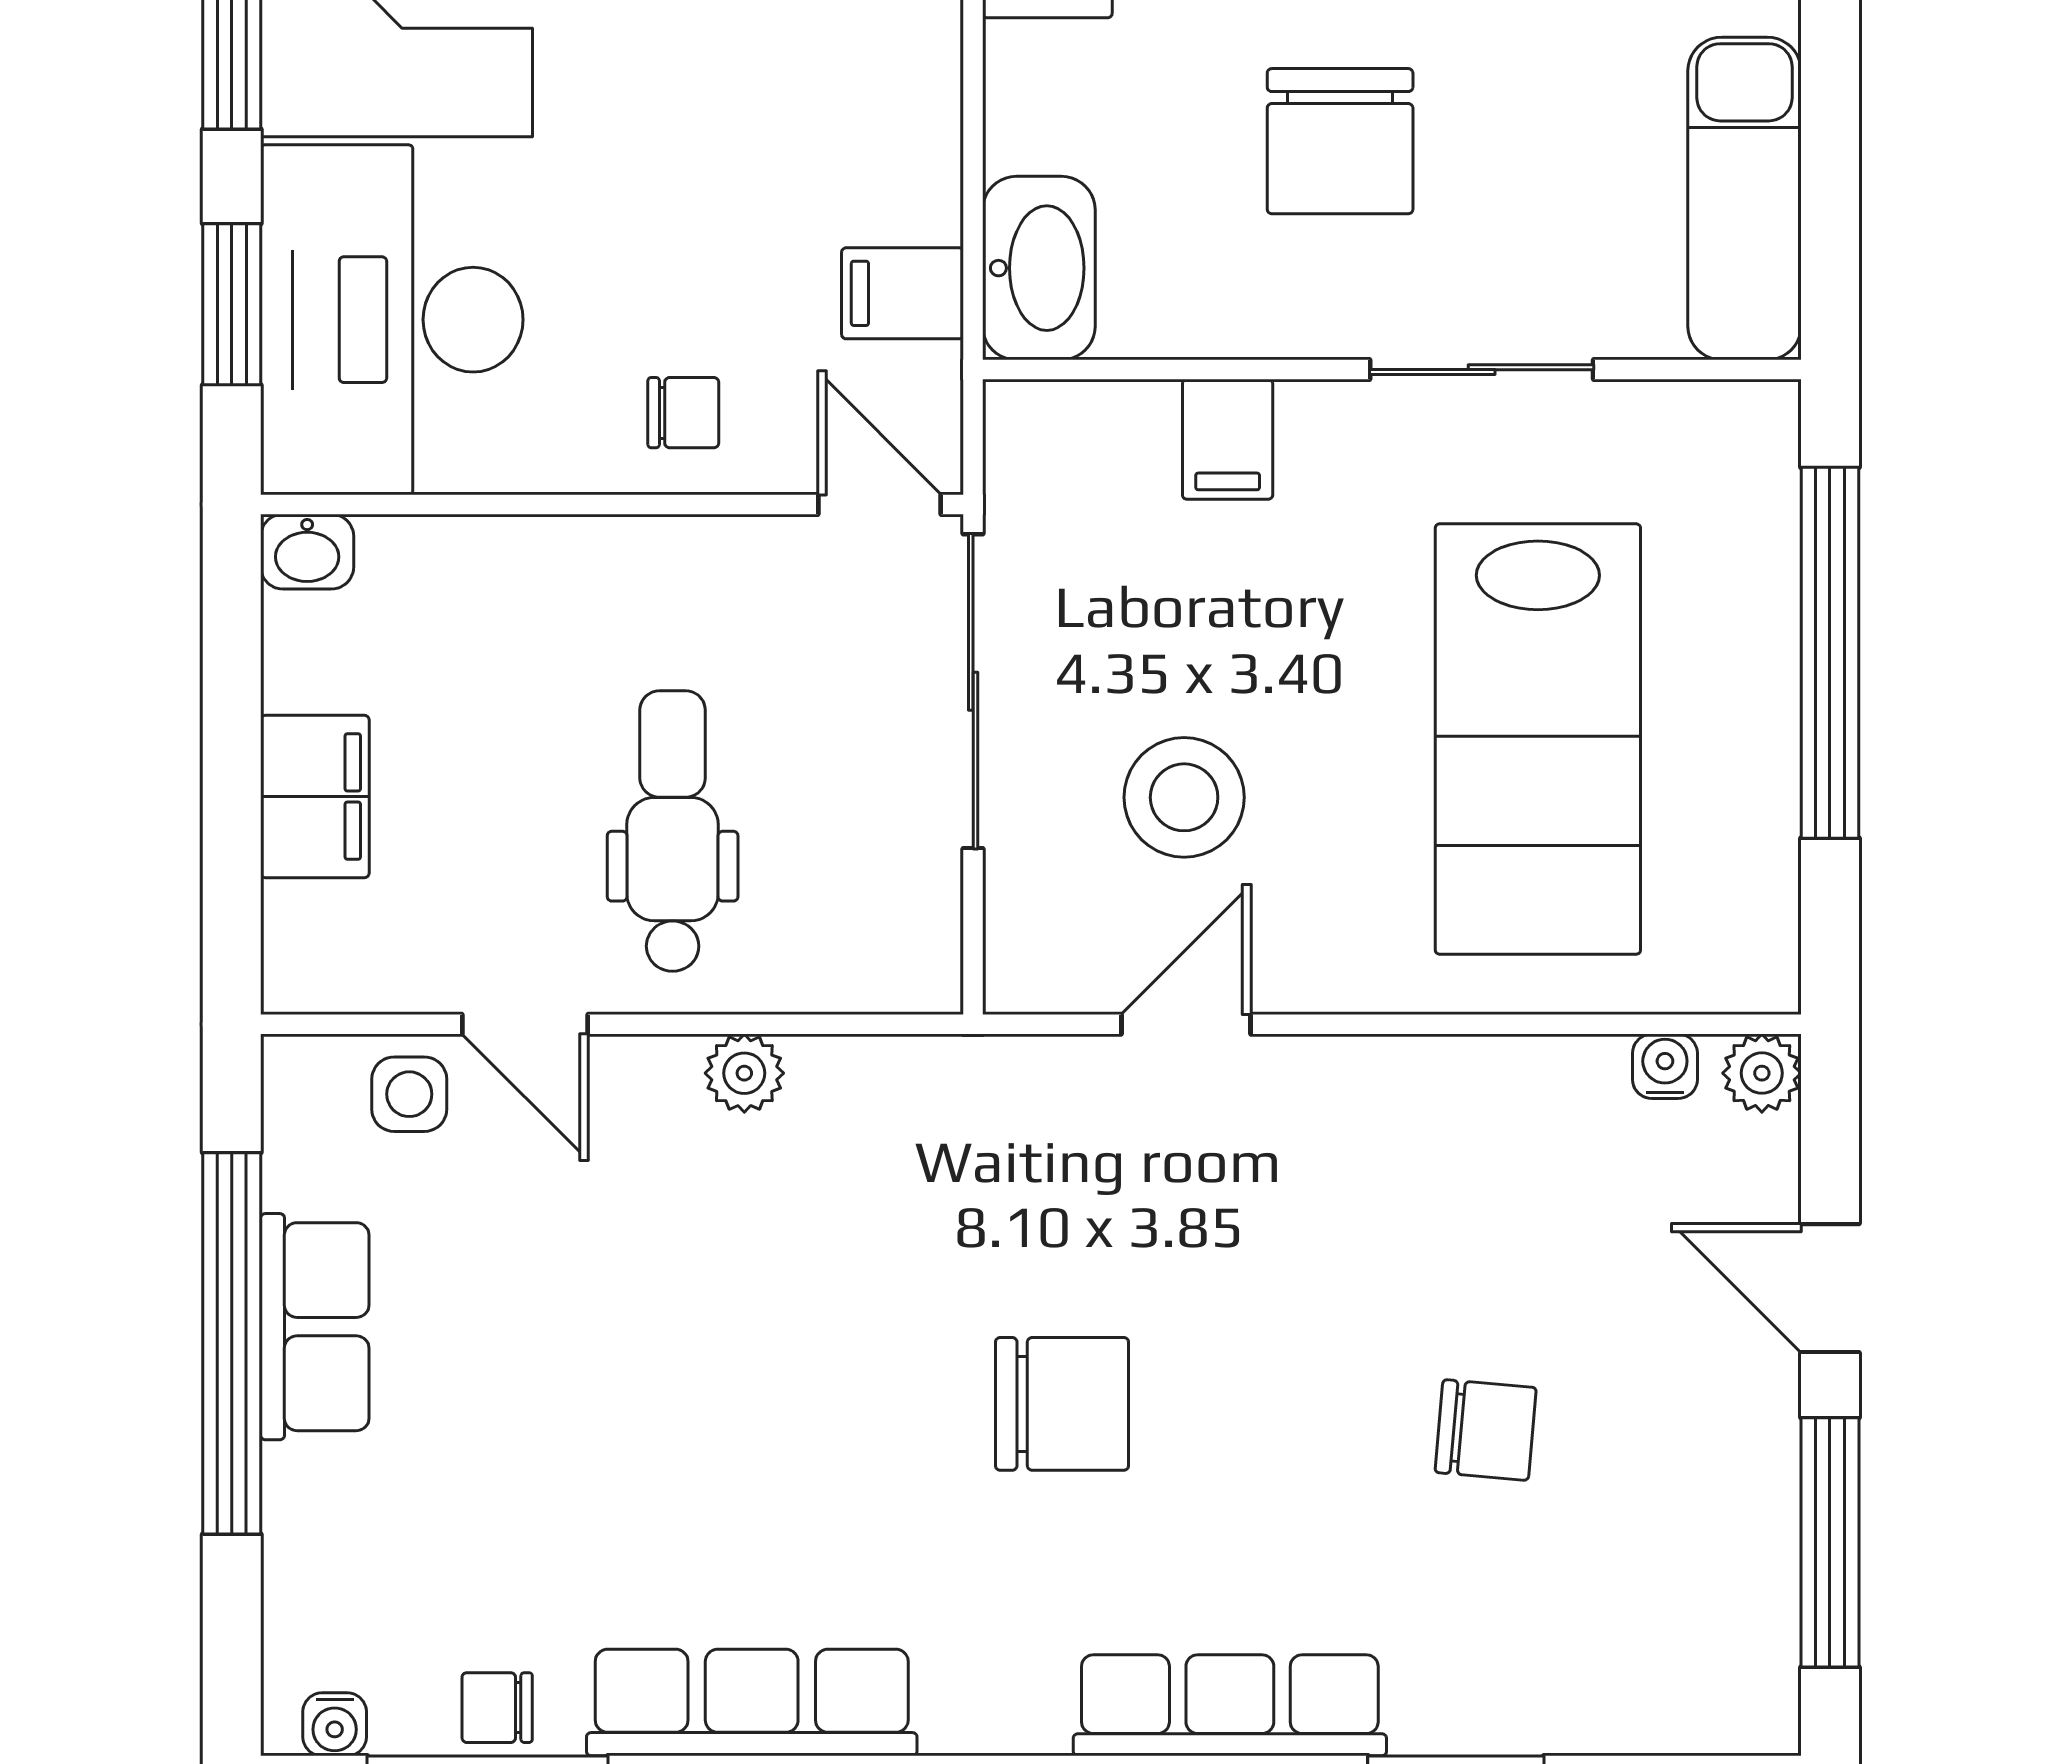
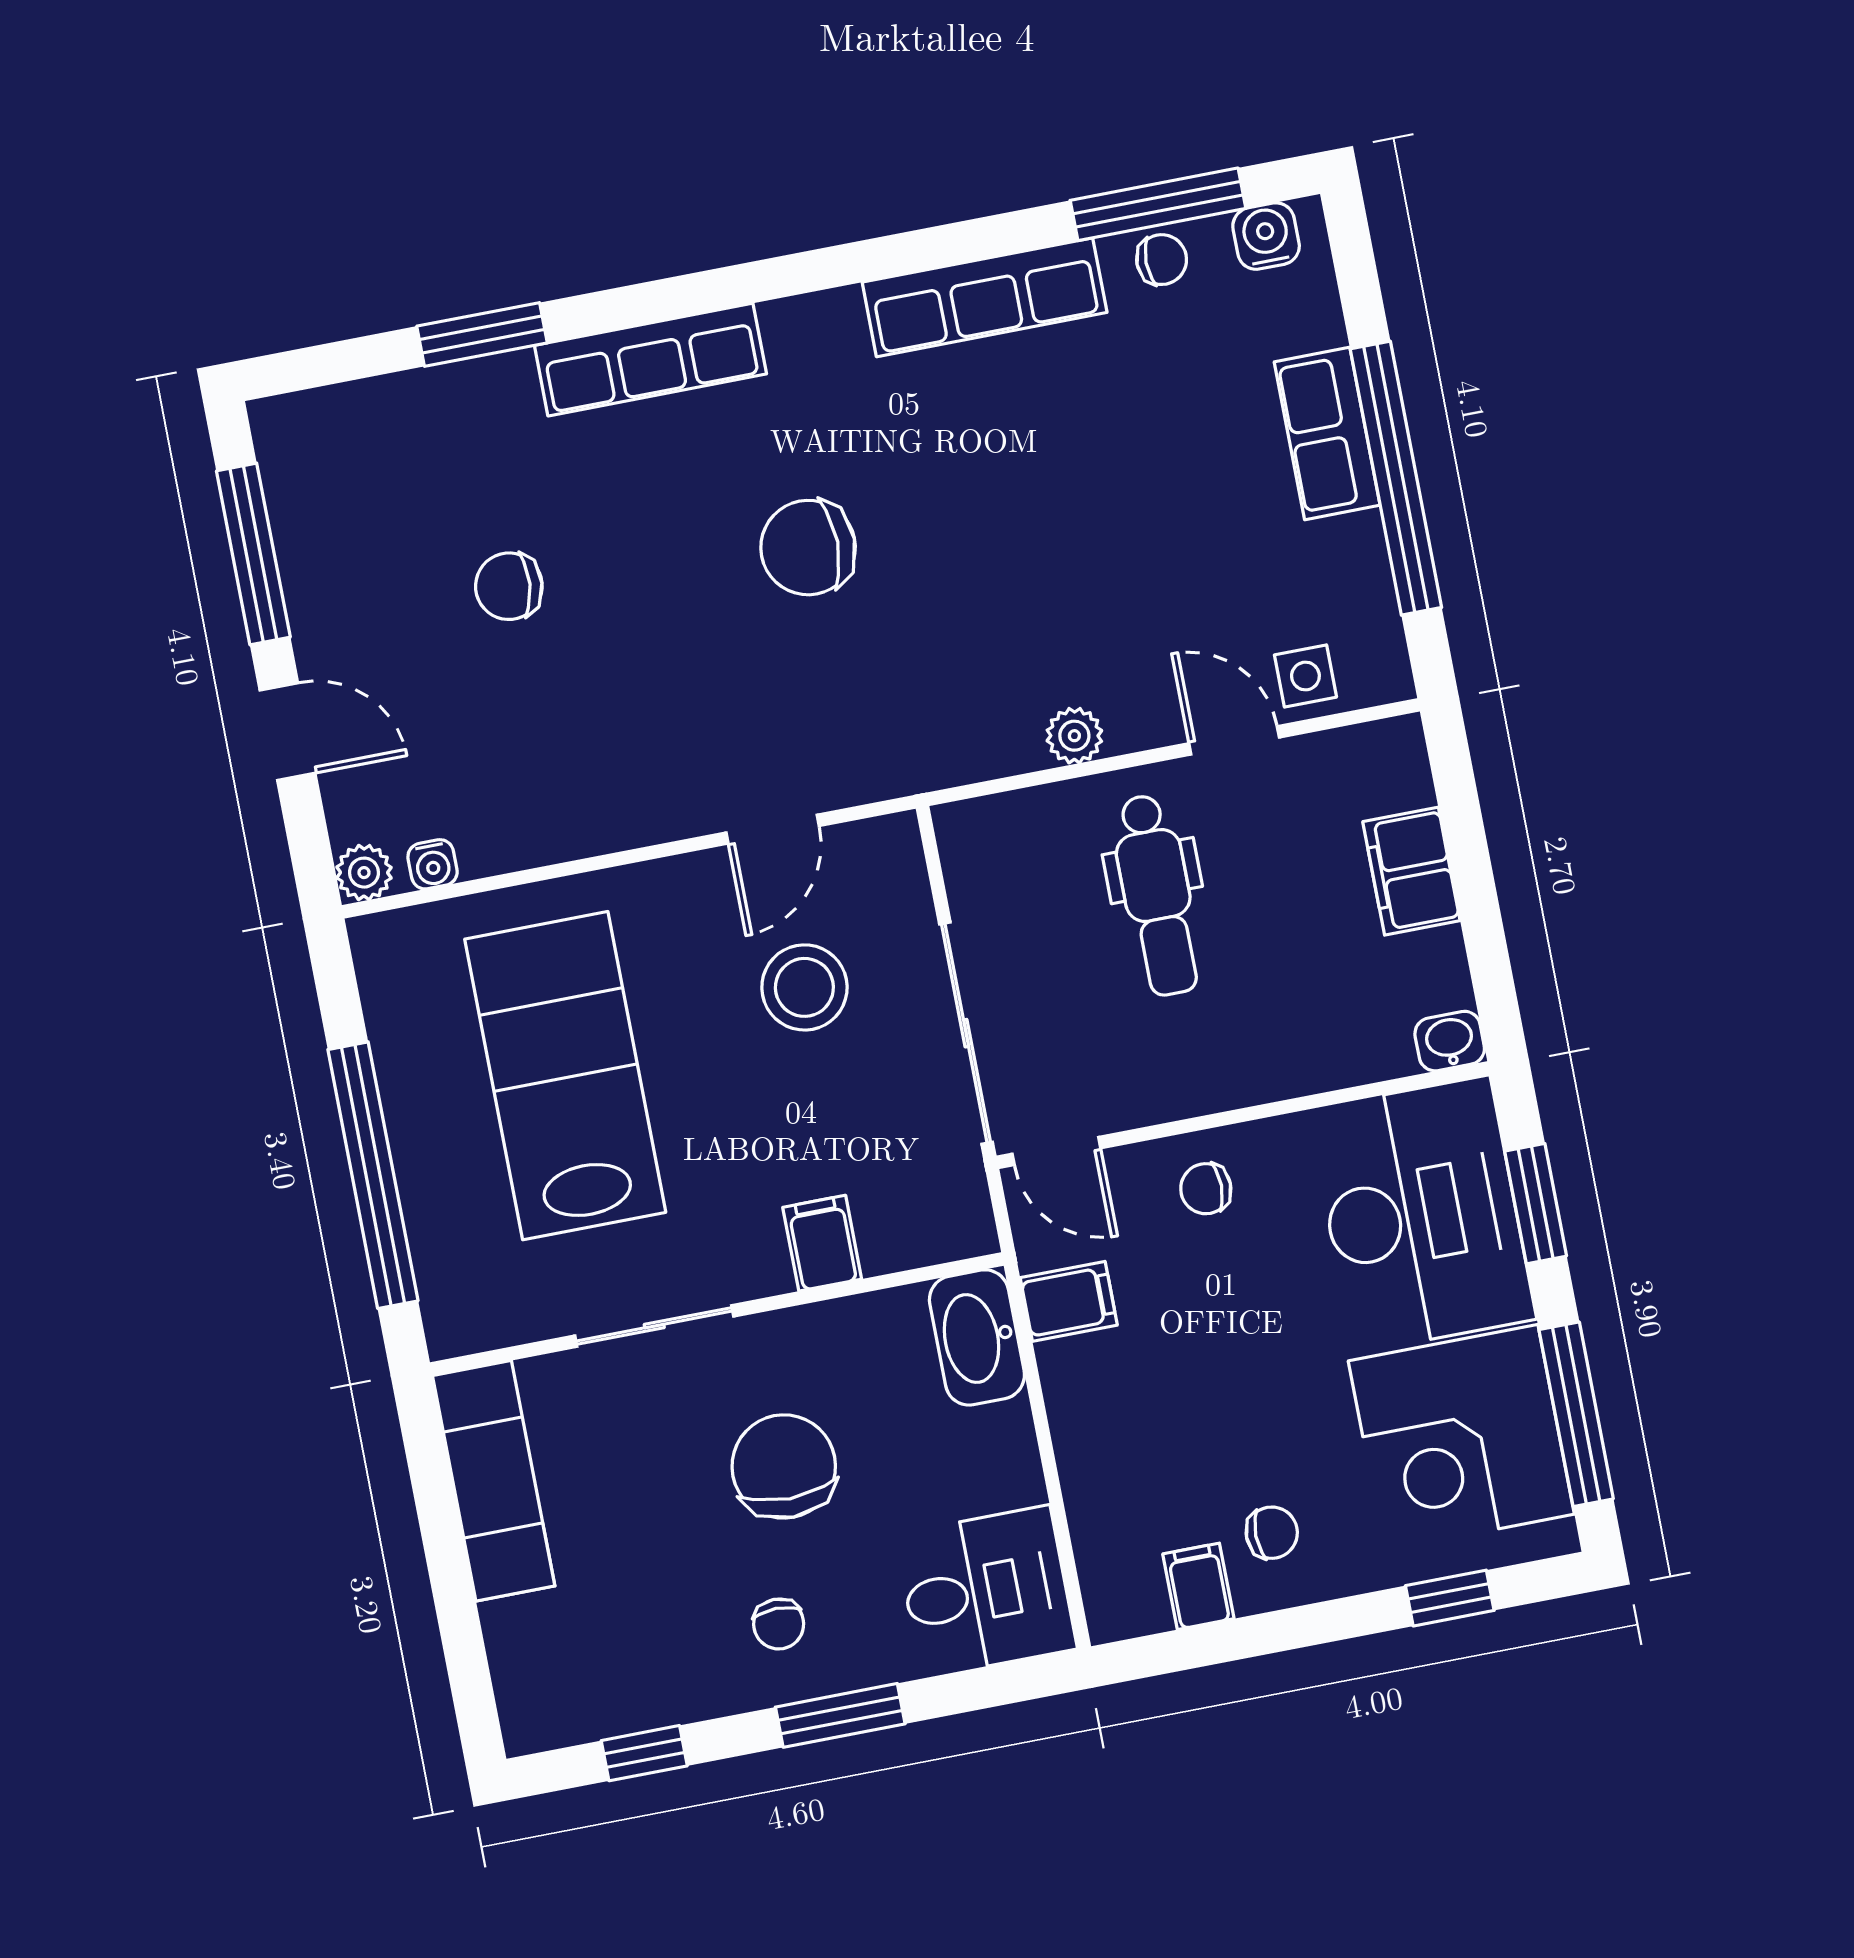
row of seats: (315, 1327) -> (1327, 433), moved
water cooler: (335, 1724) -> (1266, 236), width x1.38, depth x1.38

